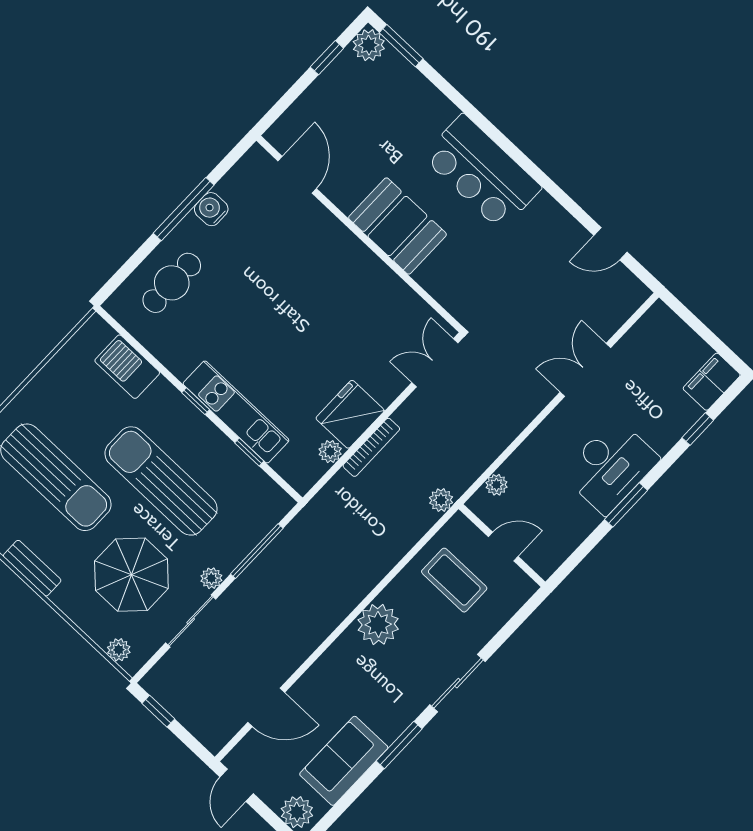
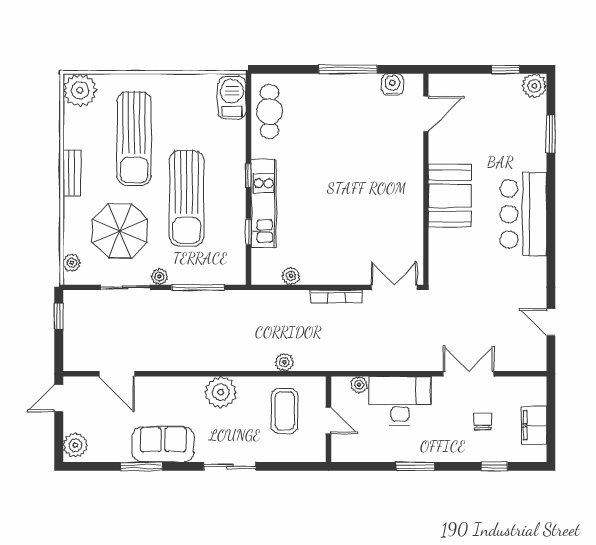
window: (401, 46) -> (551, 134), moved
water cooler: (211, 209) -> (392, 85), moved
cafe table: (172, 283) -> (269, 112), moved, turned 90
barbecue: (127, 367) -> (232, 98), moved
filing cabinet: (712, 382) -> (534, 425), moved, turned -90
chair: (644, 399) -> (483, 421), added
fridge: (350, 414) -> (322, 268), removed
bookcase: (371, 447) -> (336, 296), moved
desk: (610, 466) -> (400, 401), moved, turned 180
sun lounger: (161, 481) -> (187, 198), turned 180
plant: (441, 500) -> (284, 362), moved
window: (399, 745) -> (141, 466), moved
sofa: (344, 761) -> (163, 444), moved

